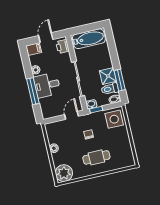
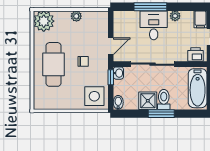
window: (120, 80) -> (161, 114), moved
toilet: (110, 89) -> (164, 99), moved
door: (71, 115) -> (111, 46), hinge flipped
cafe table: (96, 157) -> (54, 64), width x1.37, depth x1.35

